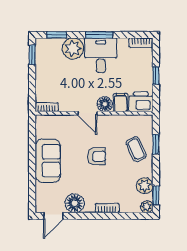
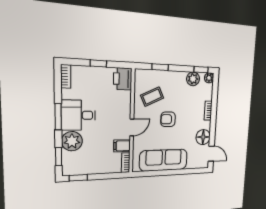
filing cabinet: (120, 102) -> (122, 146), moved
floor lamp: (105, 104) -> (124, 112), removed
coffee table: (136, 149) -> (152, 97), moved
armchair: (97, 156) -> (168, 119), turned -90
sofa: (48, 161) -> (164, 160), width x1.36

